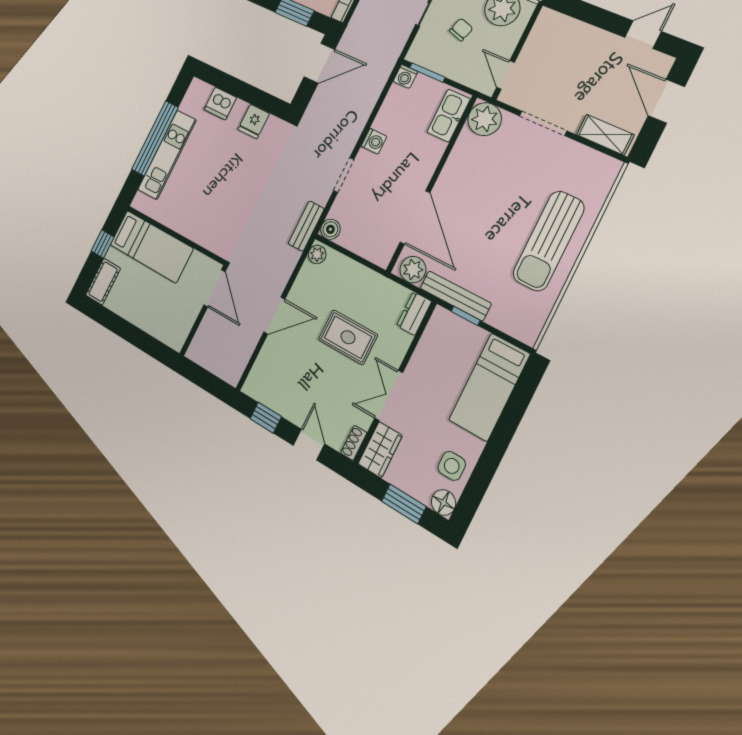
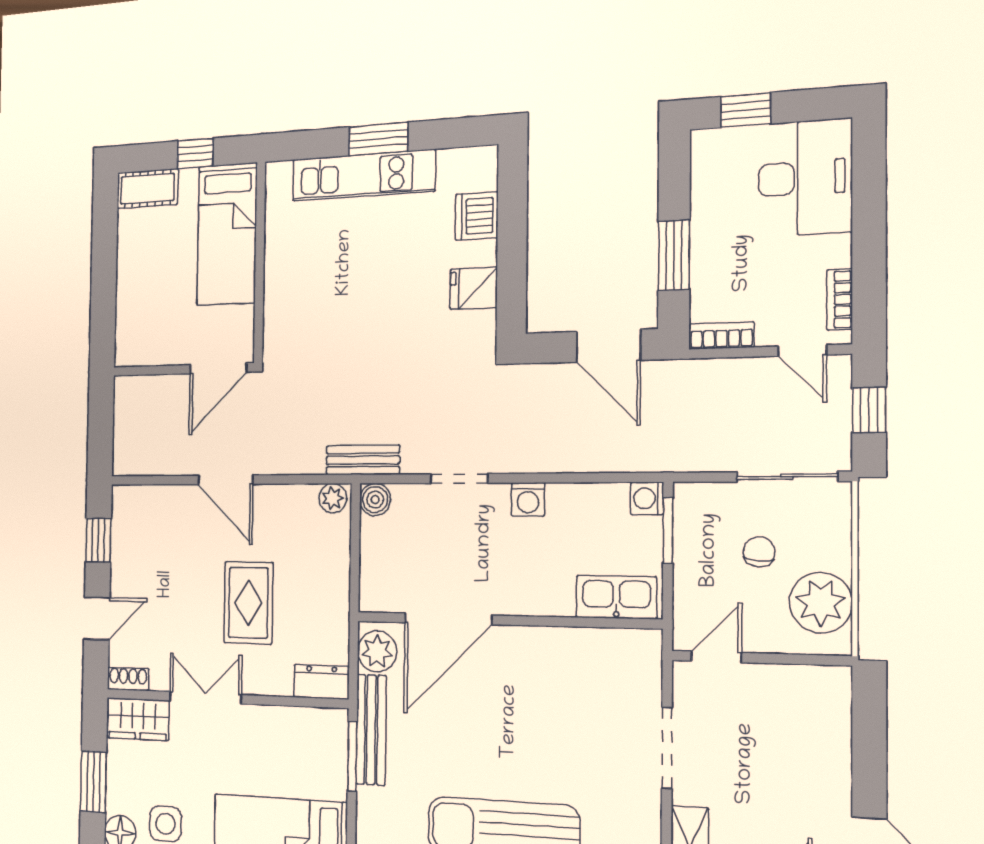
chair: (461, 30) -> (759, 552), turned -102
plant: (485, 119) -> (635, 656), removed
window: (155, 138) -> (378, 139), width x0.47
window: (466, 316) -> (352, 756), width x1.50

